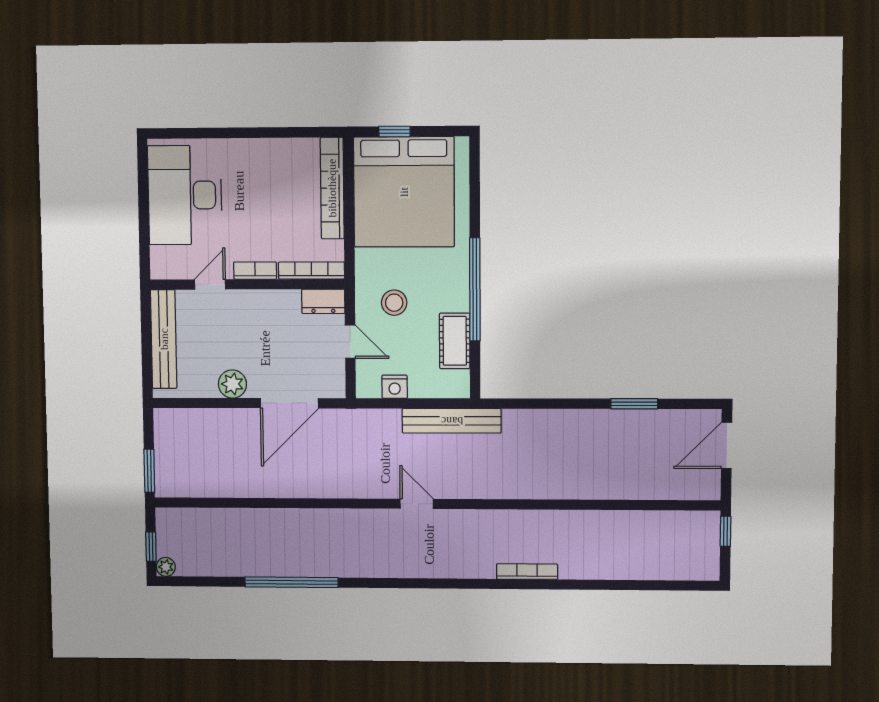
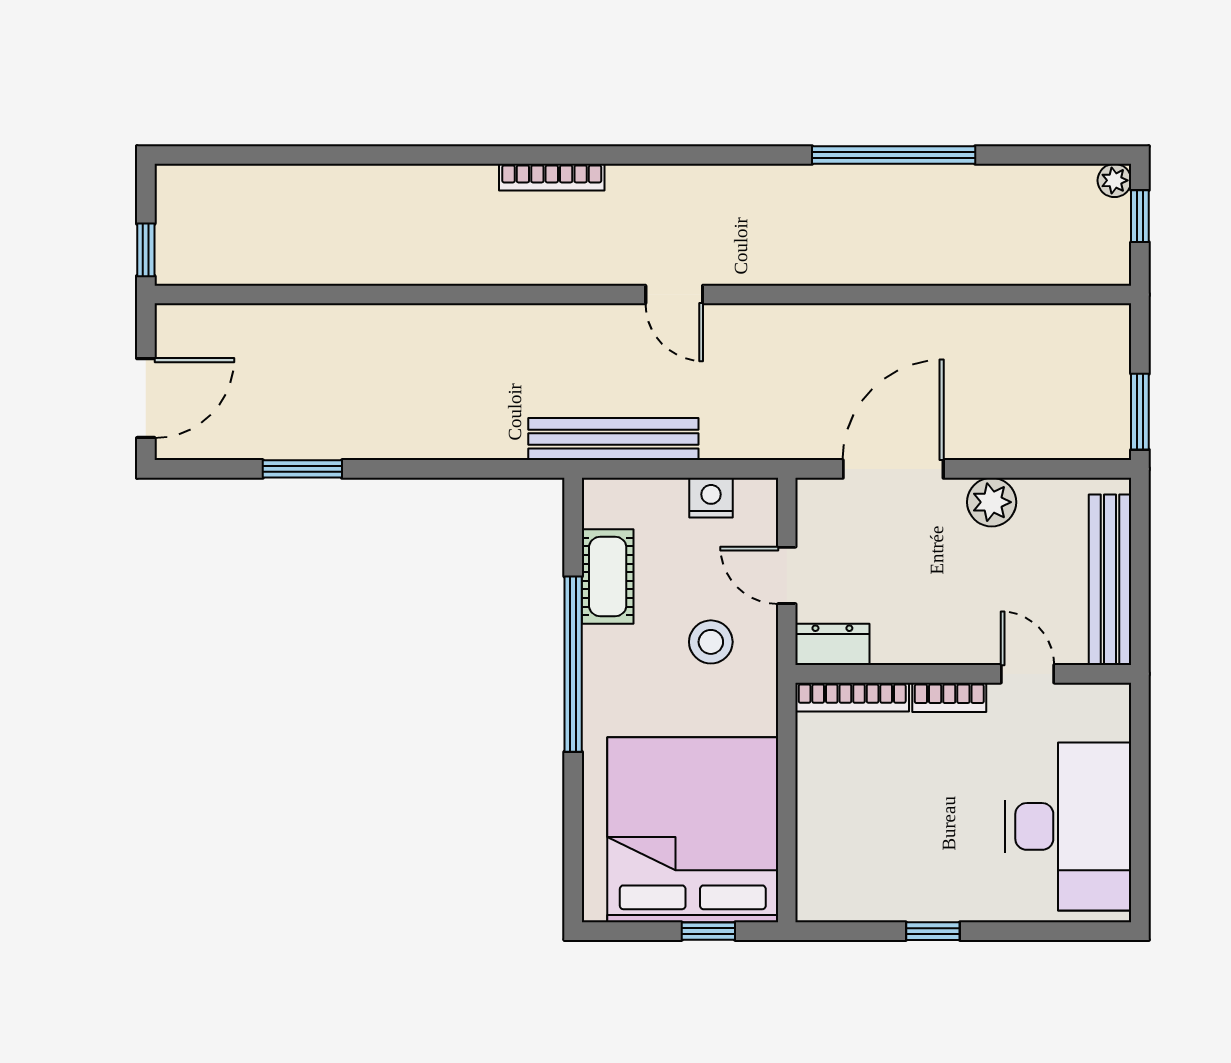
window: (262, 133) -> (933, 931), added
bookcase: (332, 188) -> (815, 837), removed
door: (210, 284) -> (1027, 674), swing flipped
window: (149, 471) -> (1140, 412), moved
bookcase: (527, 572) -> (552, 177), moved

